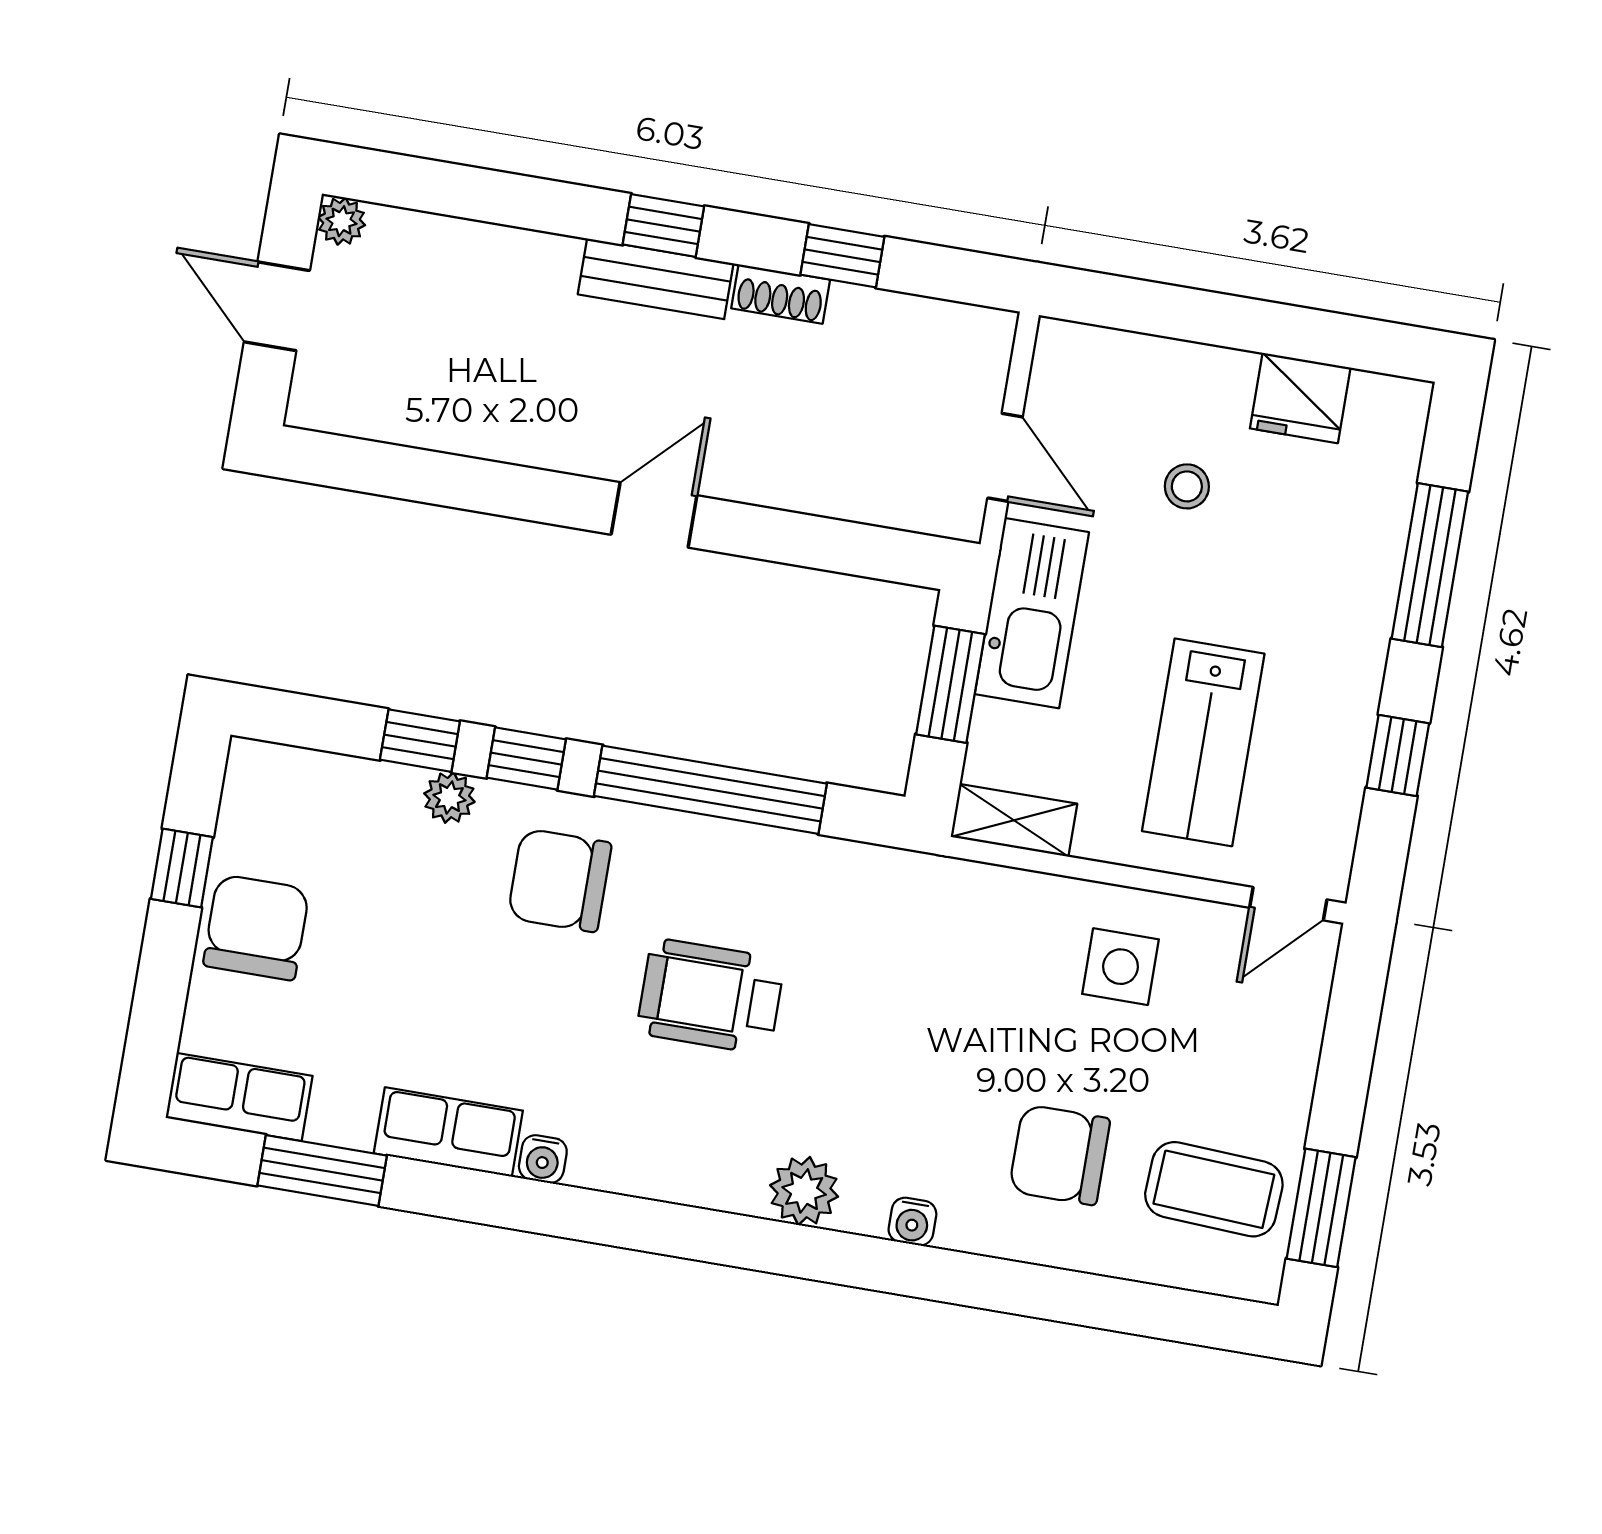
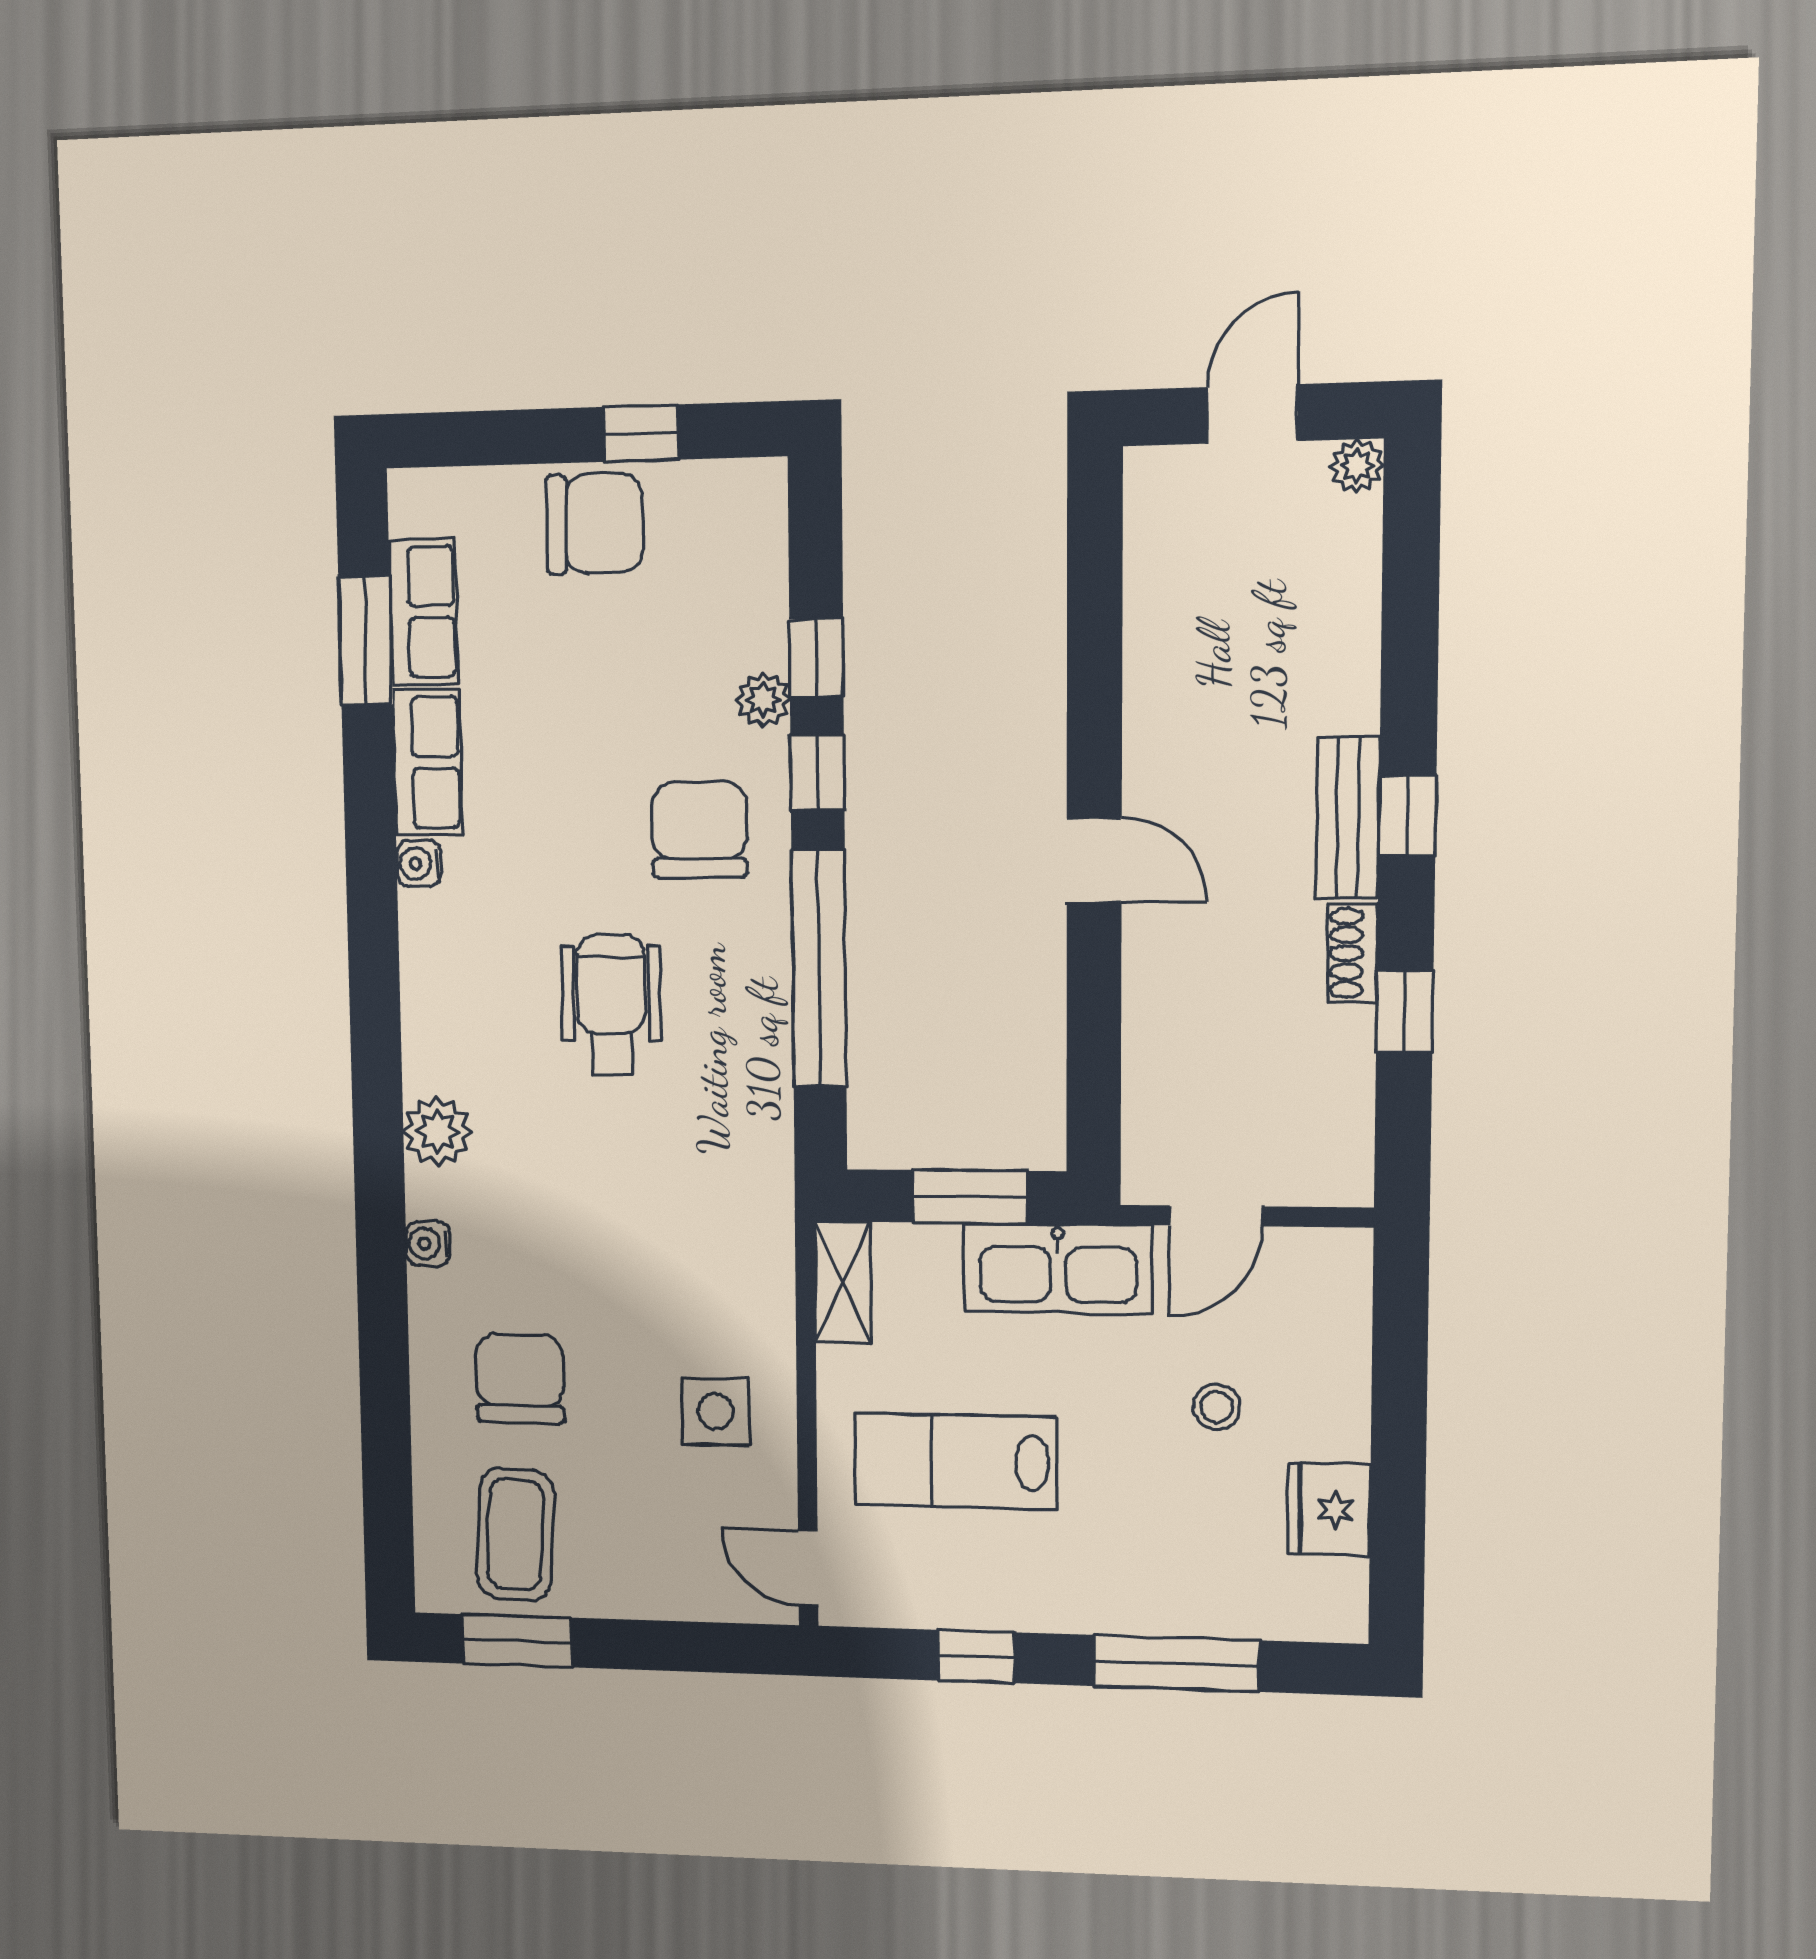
row of seats: (239, 1097) -> (423, 612), moved

